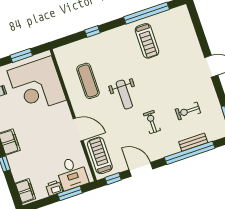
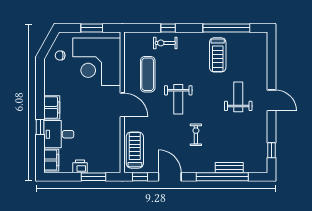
weight bench: (179, 74) -> (238, 97), added
exercise bike: (188, 111) -> (165, 43), moved
door: (78, 130) -> (122, 105), moved
desk: (72, 173) -> (59, 134), moved, turned 90

